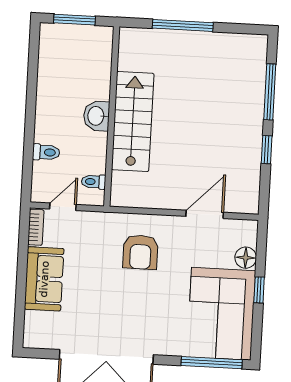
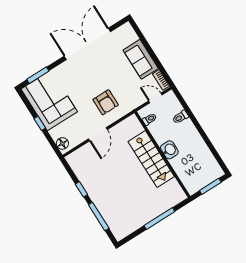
door: (63, 207) -> (155, 98), swing flipped
door: (205, 214) -> (98, 134), moved
armchair: (140, 252) -> (106, 102), turned 180
floor lamp: (246, 258) -> (62, 143), moved
window: (212, 363) -> (38, 75), width x0.69

